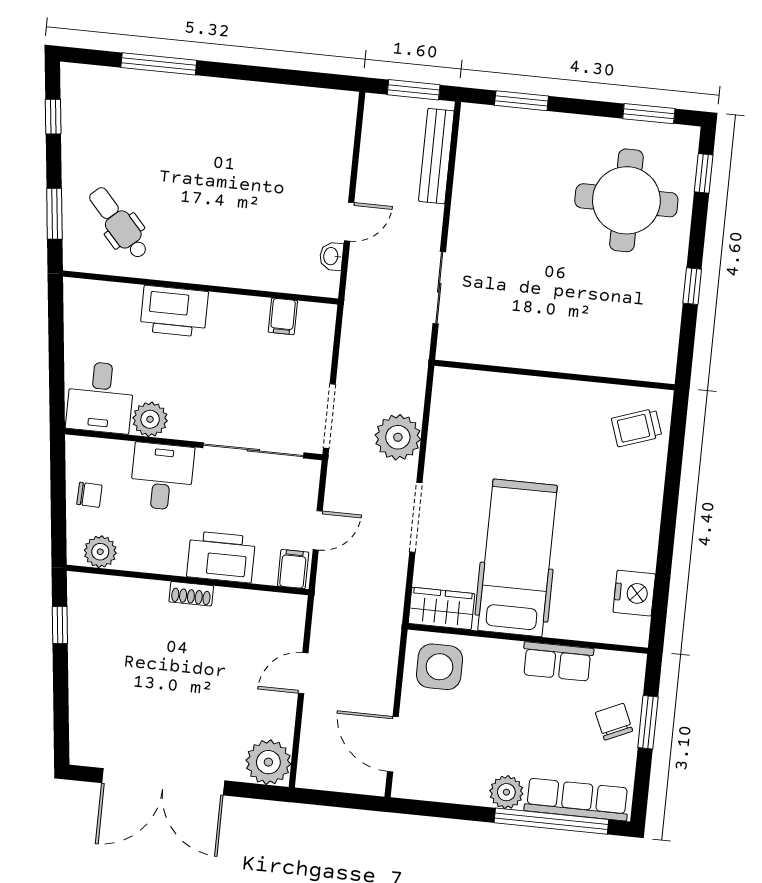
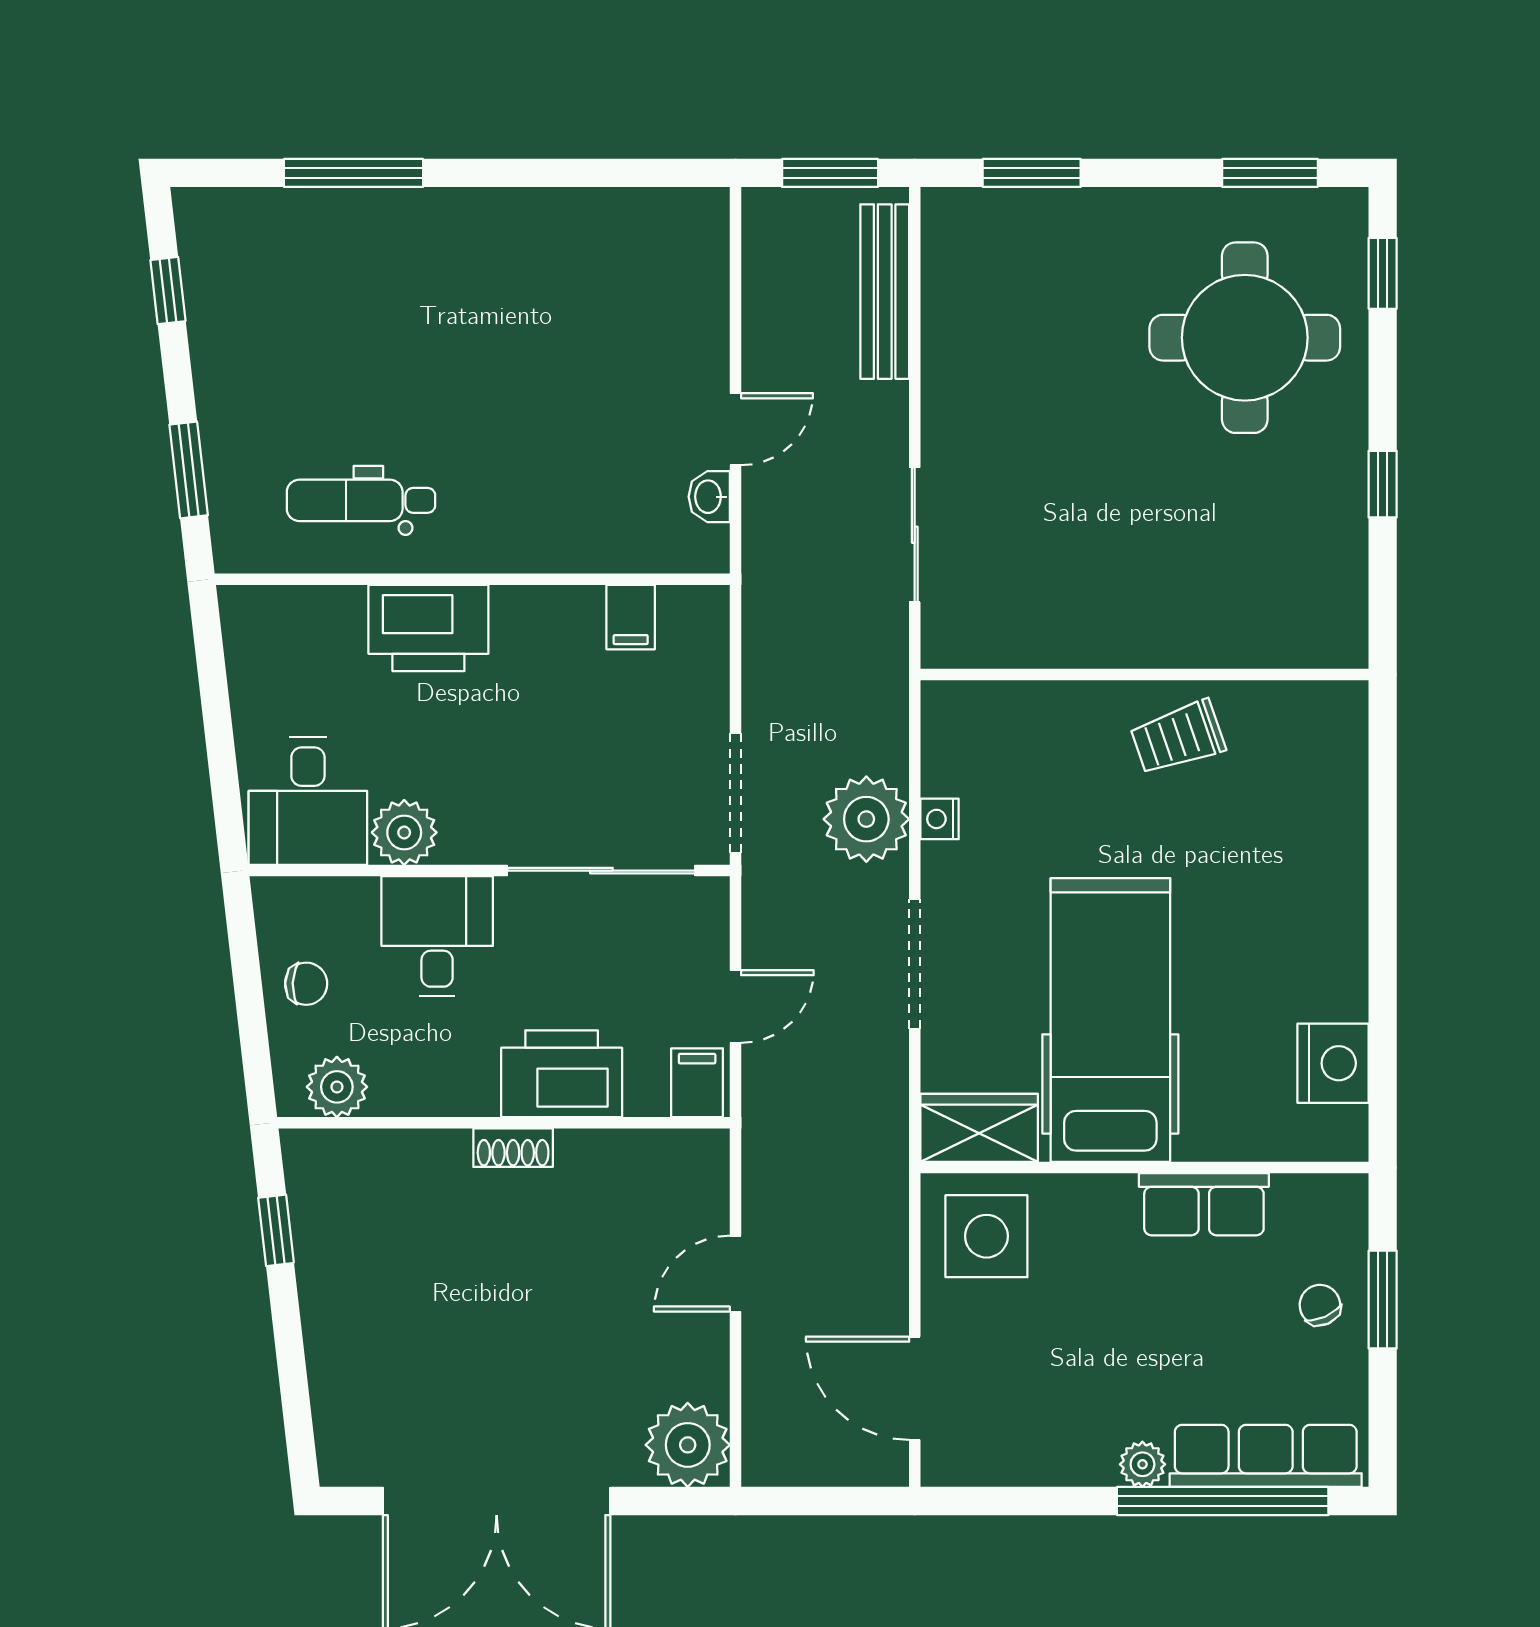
dental chair: (119, 223) -> (361, 500), moved, turned -48
trolley: (637, 428) -> (1178, 737), moved
nightstand: (437, 441) -> (940, 819), added
chair: (614, 722) -> (1320, 1305), width x0.73, depth x0.73
plant: (506, 792) -> (1142, 1464), width x0.73, depth x0.73

